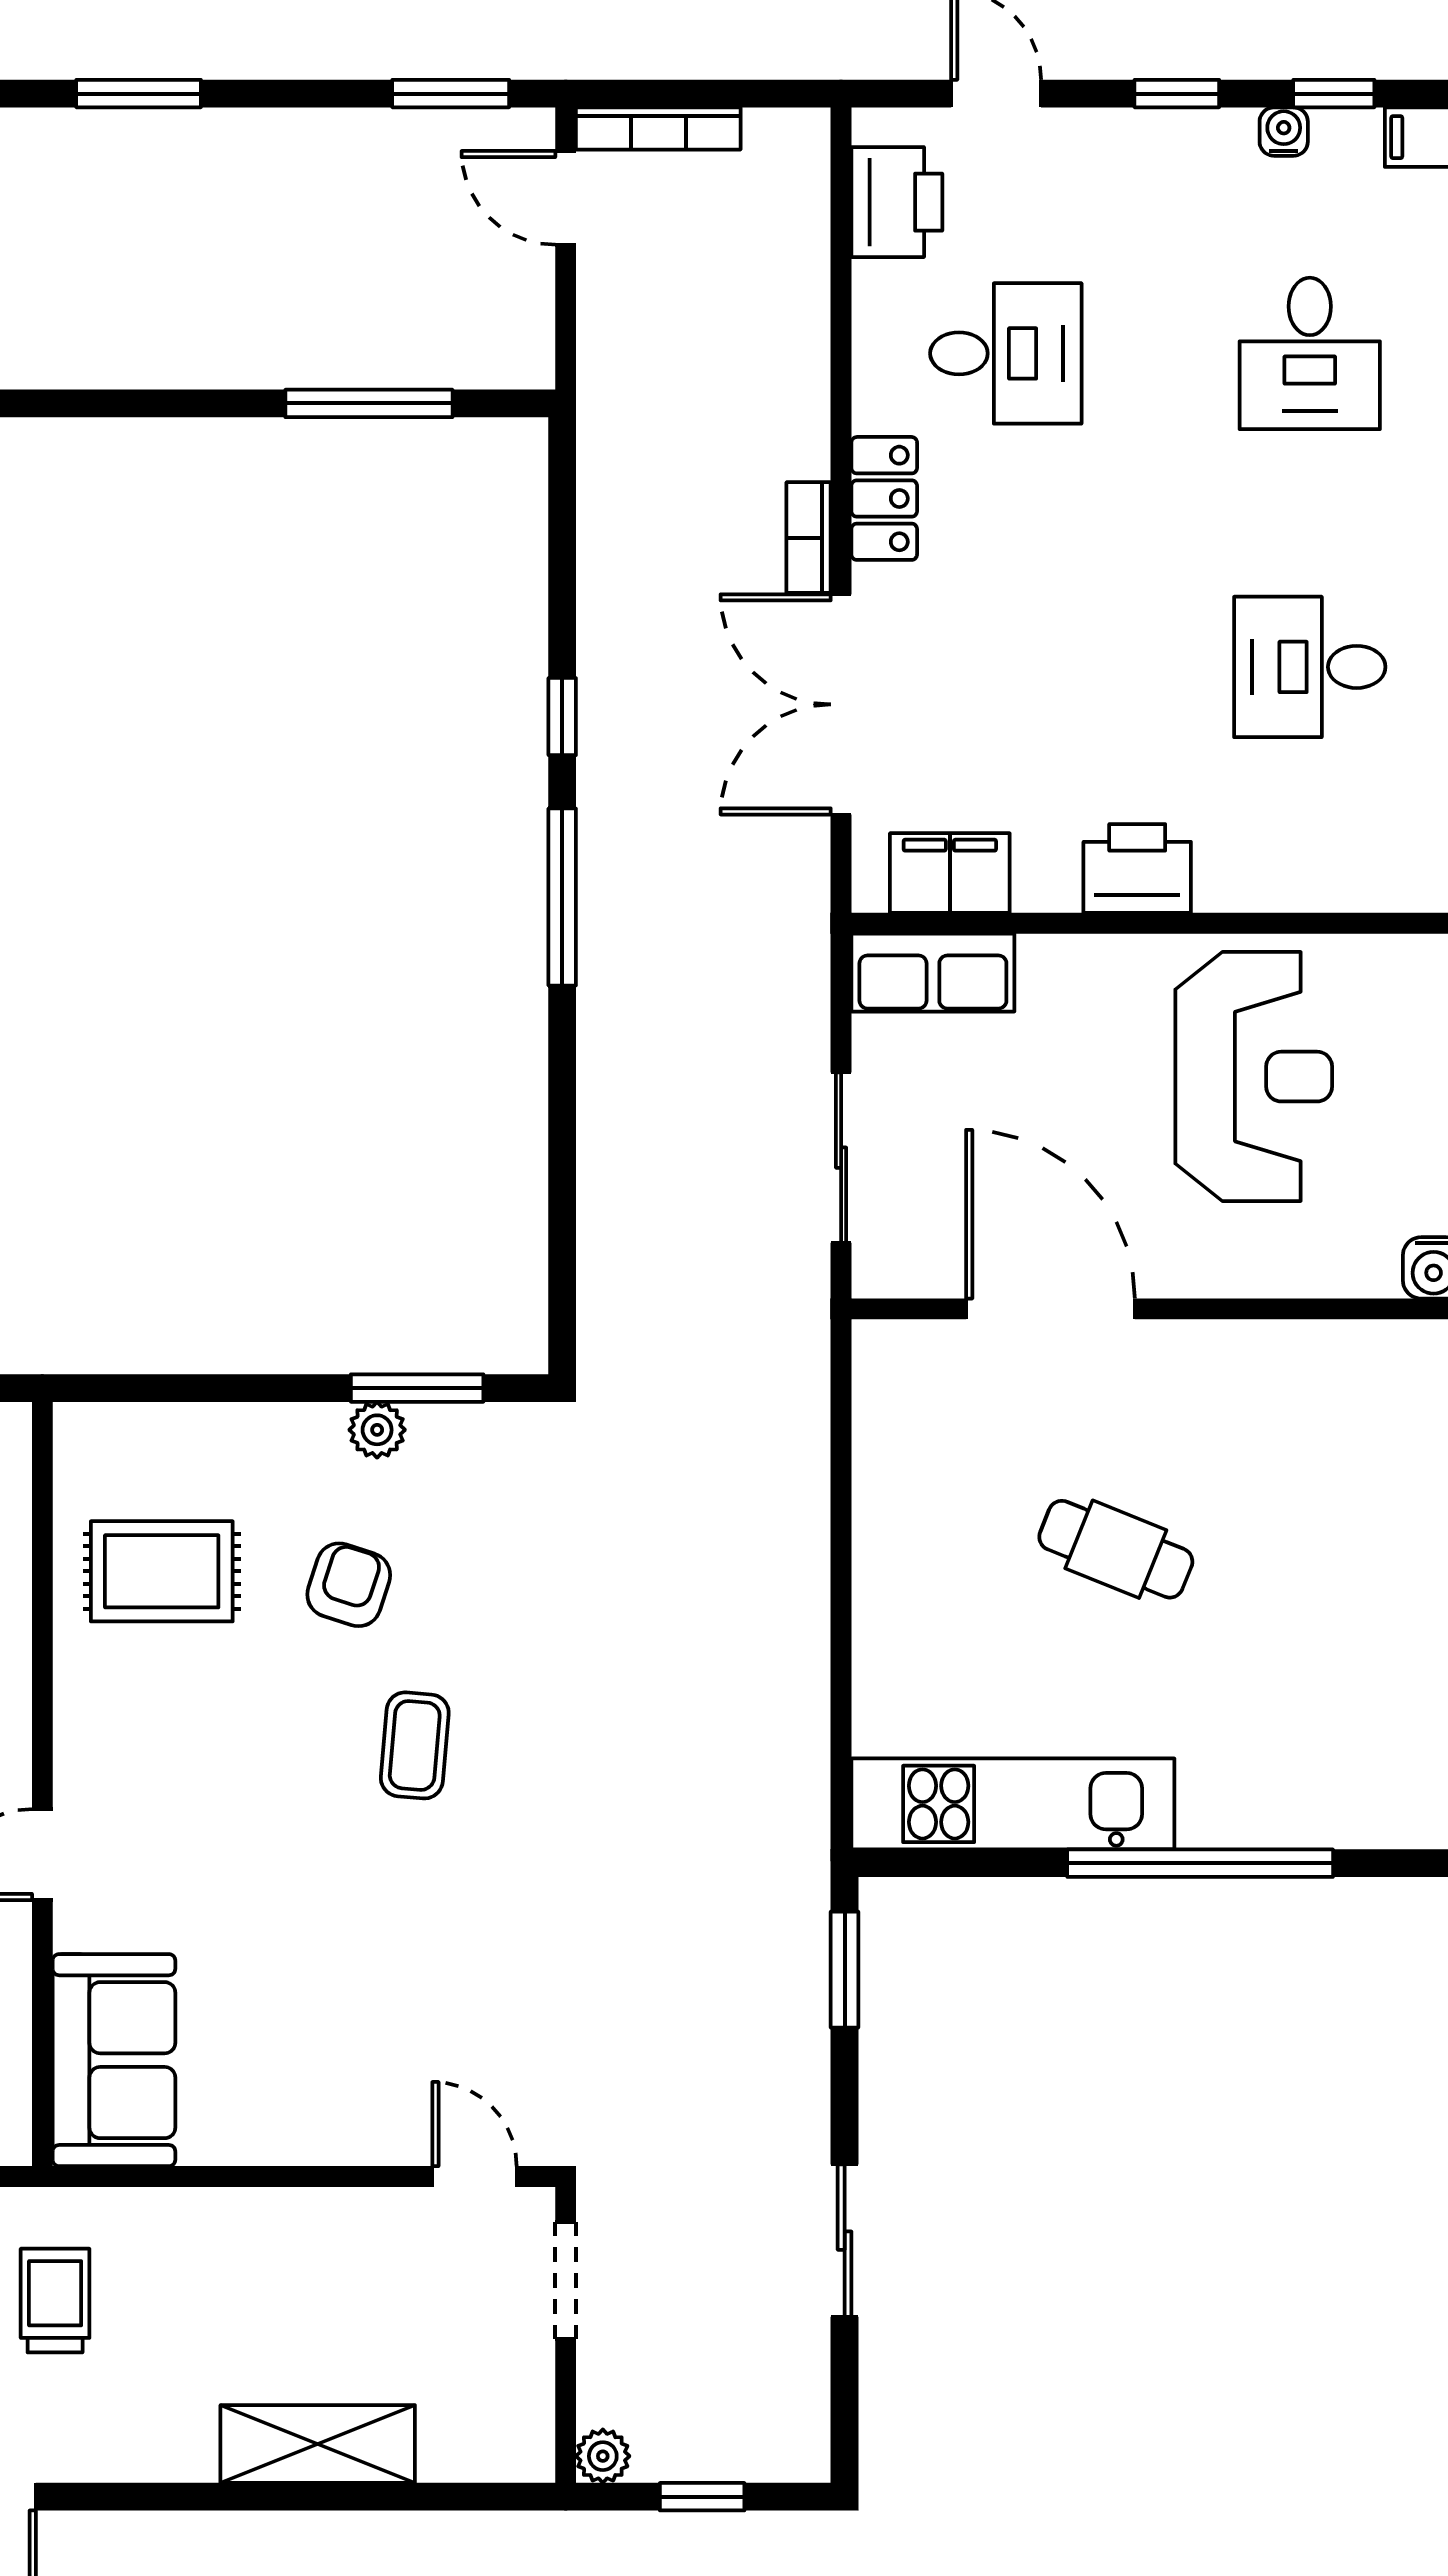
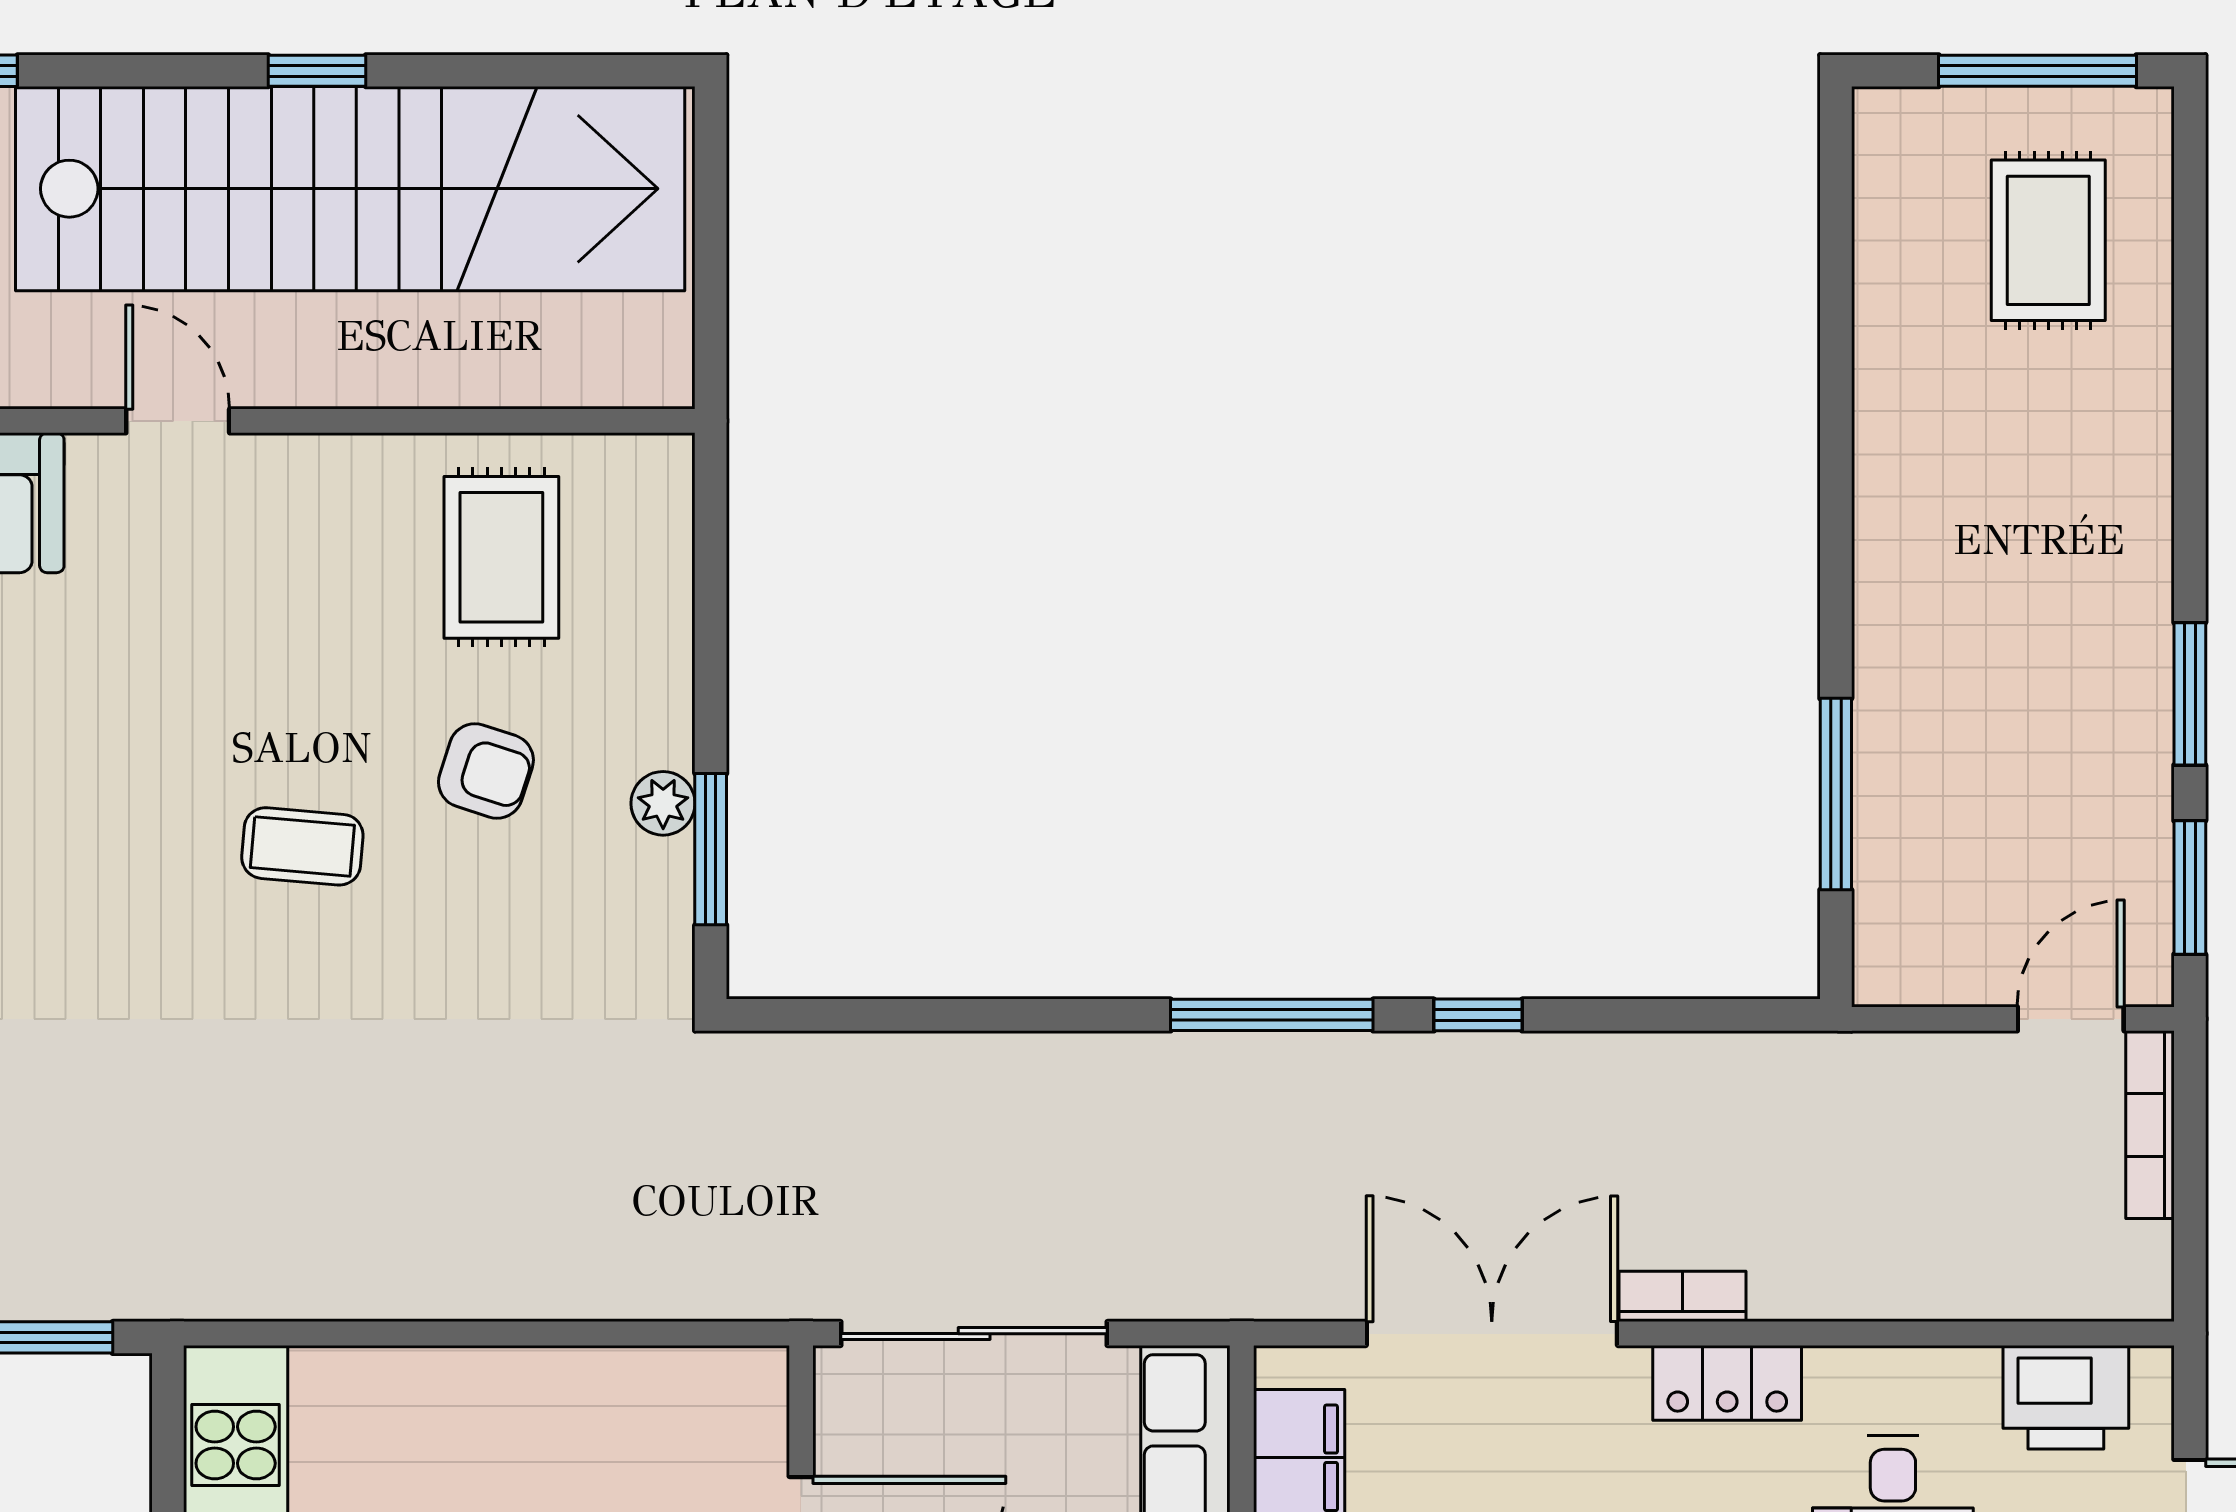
window: (139, 94) -> (2190, 694), moved
sliding door: (841, 1158) -> (974, 1334), width x1.37

